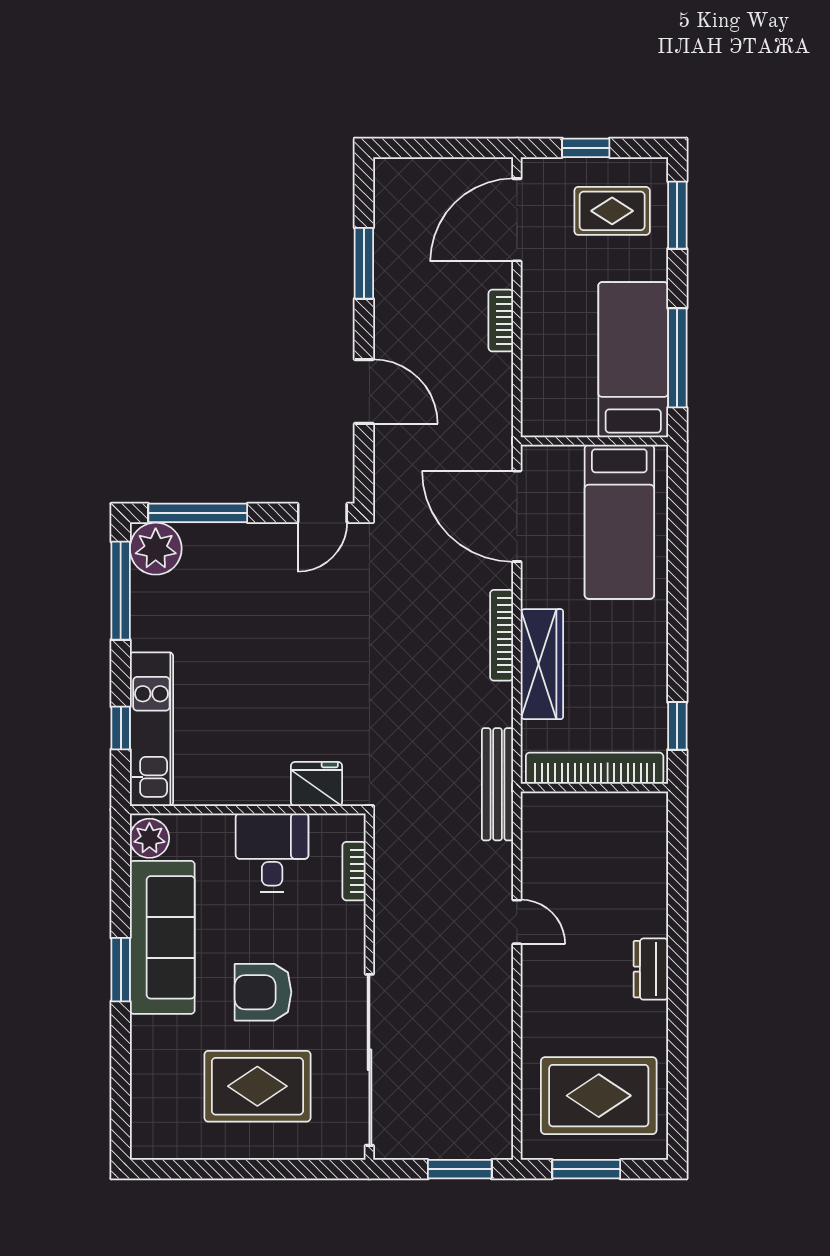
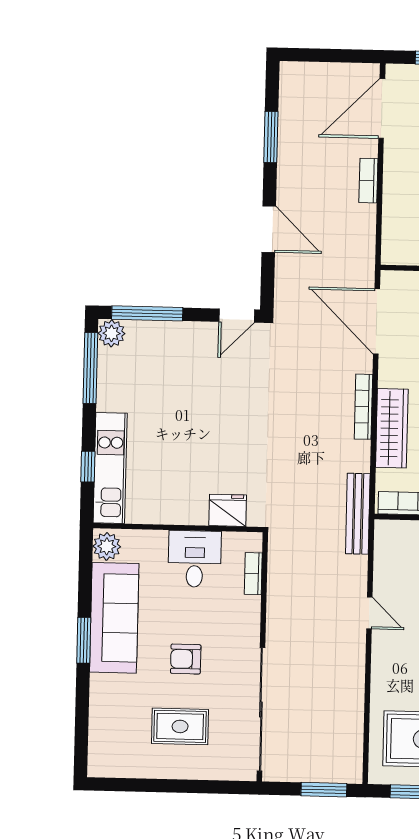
plant: (156, 549) -> (112, 333), width x0.73, depth x0.73
armchair: (263, 992) -> (186, 659), width x0.72, depth x0.72
rug: (257, 1086) -> (180, 726), width x0.73, depth x0.70

